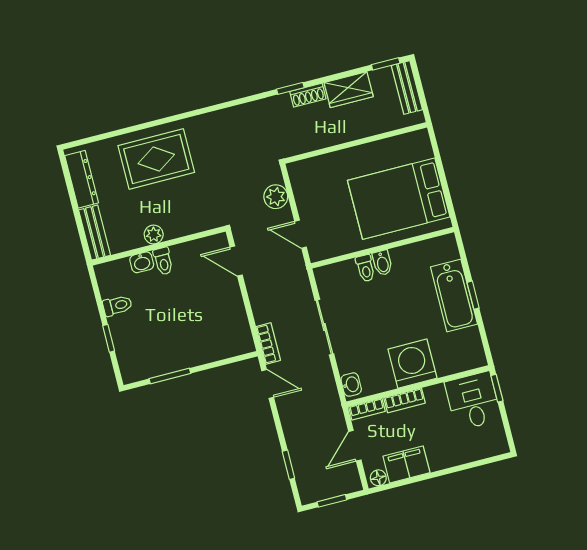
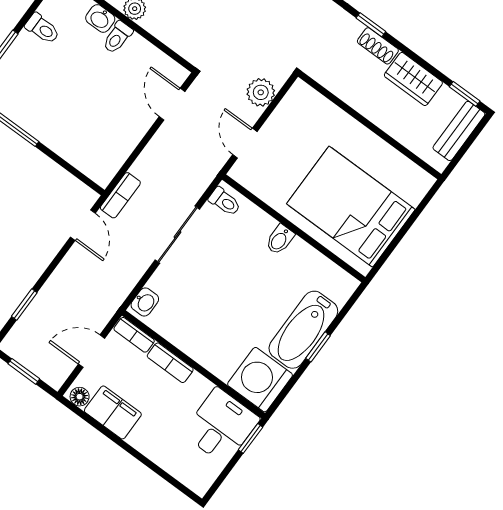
toilet: (365, 268) -> (225, 202), moved, turned -90
washing machine: (412, 364) -> (260, 380), moved, turned -90

